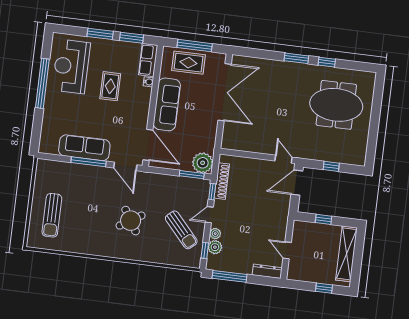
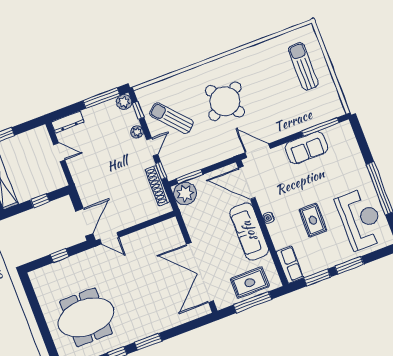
water cooler: (148, 82) -> (269, 218), moved
sofa: (84, 148) -> (306, 148), width x0.73
window: (89, 162) -> (320, 127), moved
round table: (131, 221) -> (225, 101), width x1.36, depth x1.36
plant: (215, 247) -> (124, 102), moved

